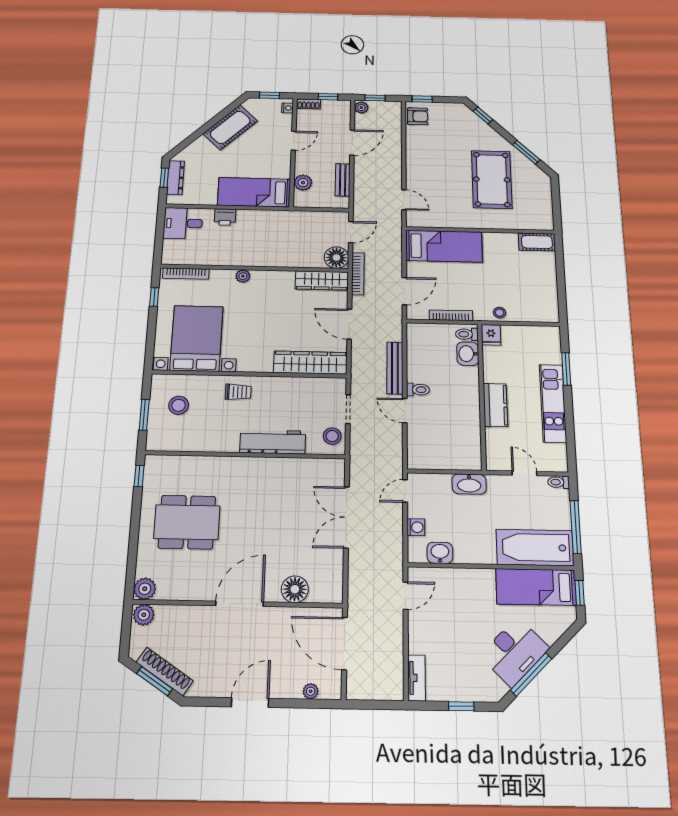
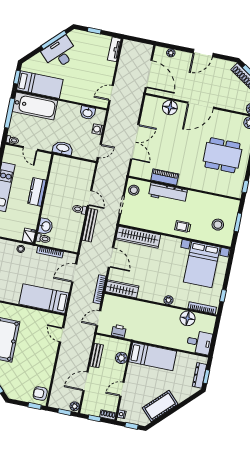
printer: (225, 217) -> (119, 331), moved
floor lamp: (336, 258) -> (188, 318), moved
piano: (283, 467) -> (165, 177), added

